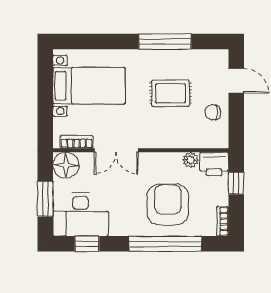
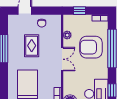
double door: (116, 150) -> (62, 59), moved
printer: (214, 164) -> (69, 22), removed

